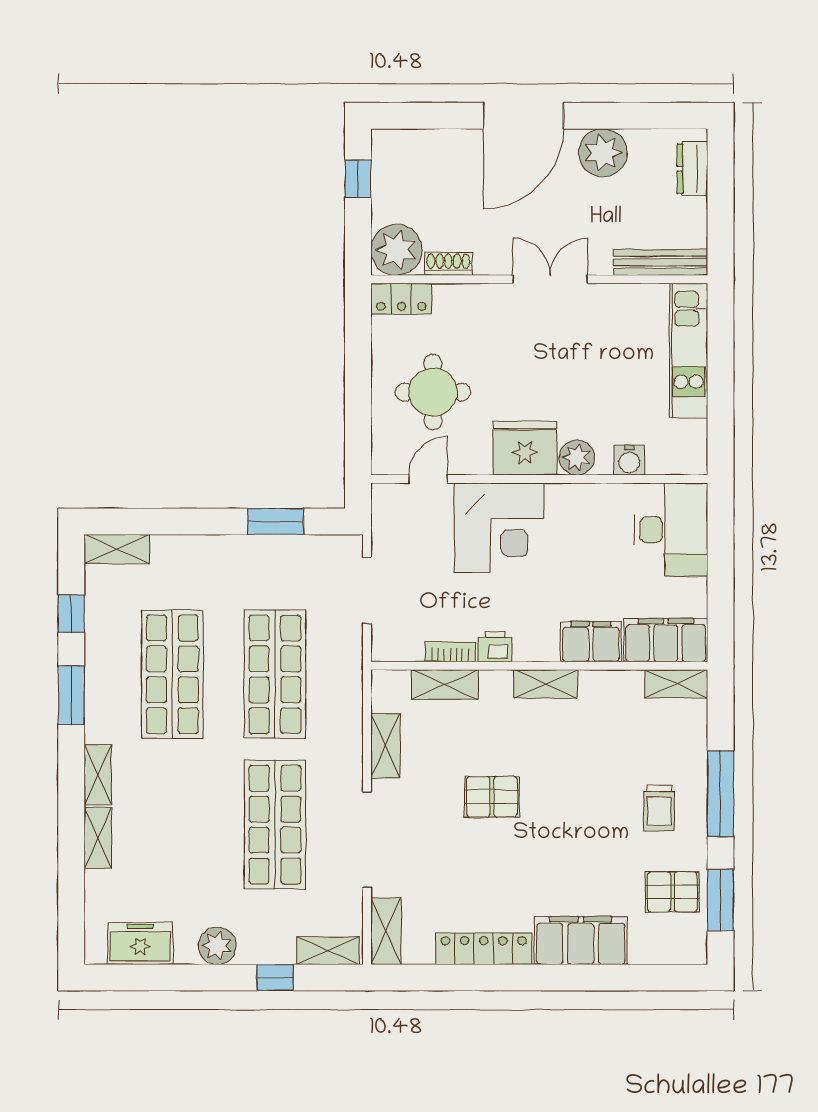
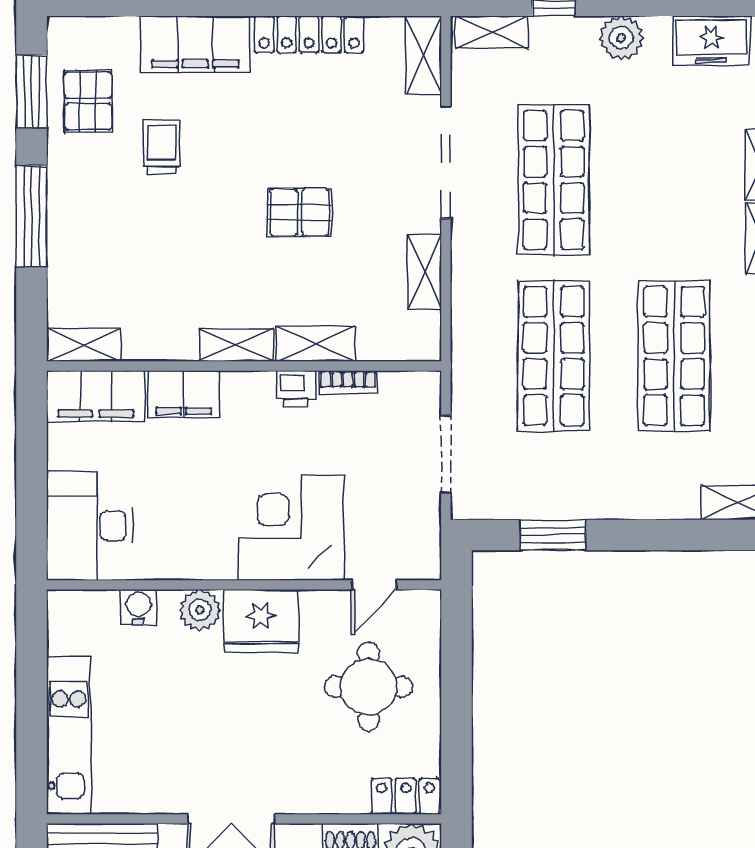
shelving: (445, 685) -> (316, 344), moved
trolley: (659, 808) -> (162, 147), moved
pallet: (672, 892) -> (88, 101), turned 90

